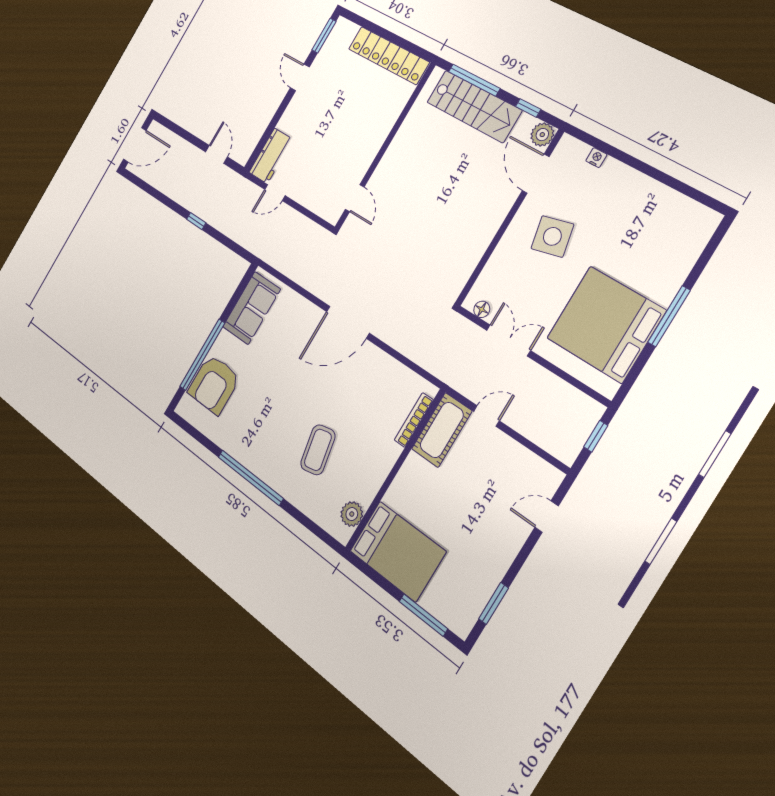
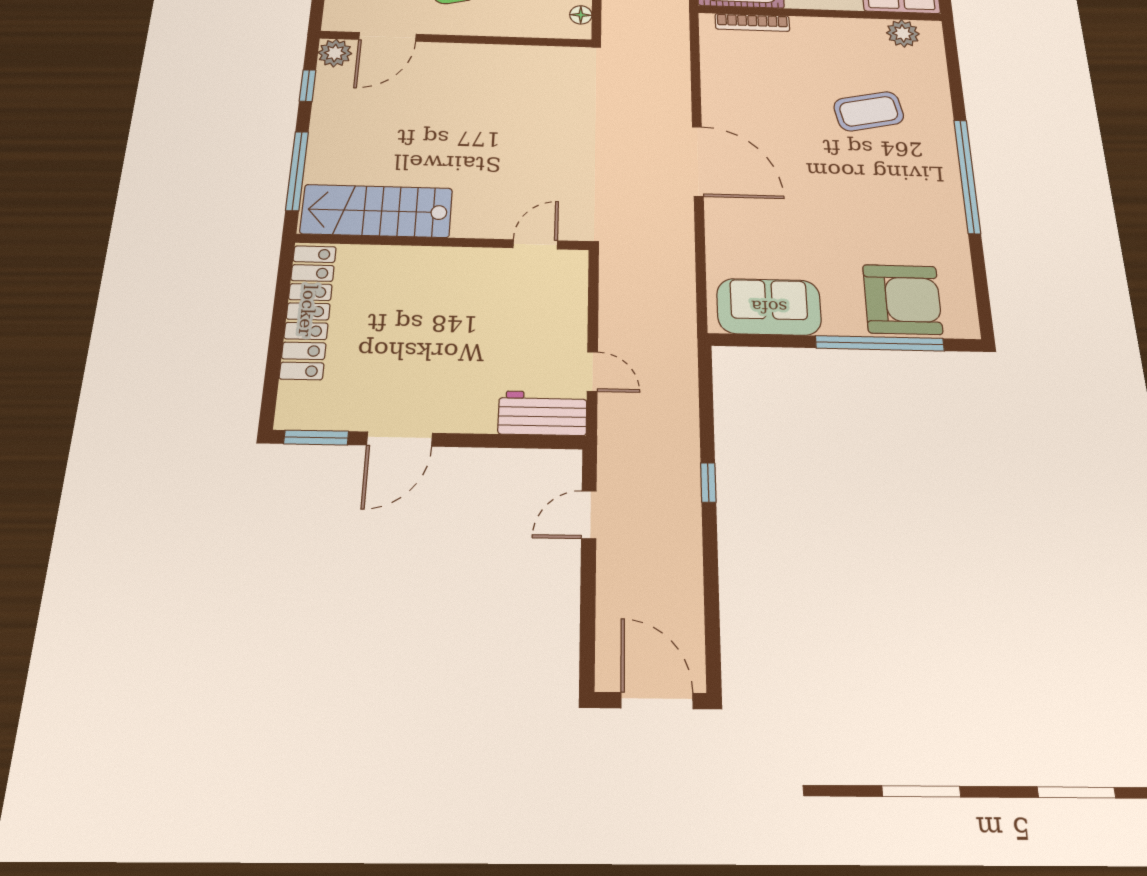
door: (300, 77) -> (400, 439), width x1.38
stairs: (474, 106) -> (377, 211), moved, turned -90

